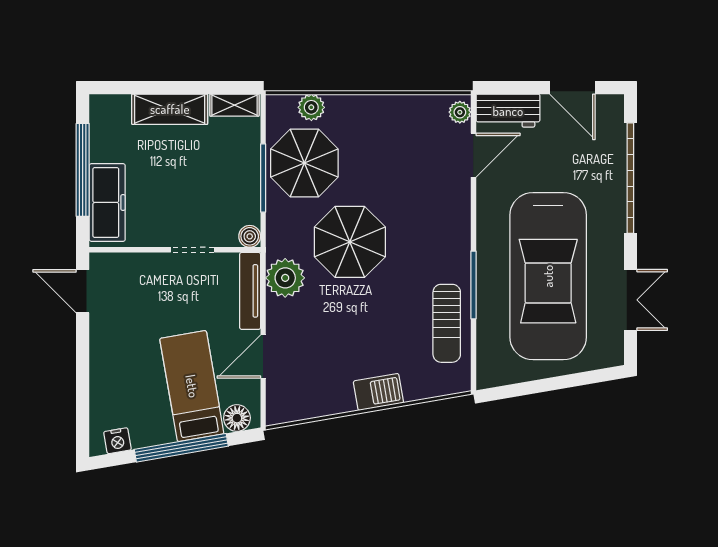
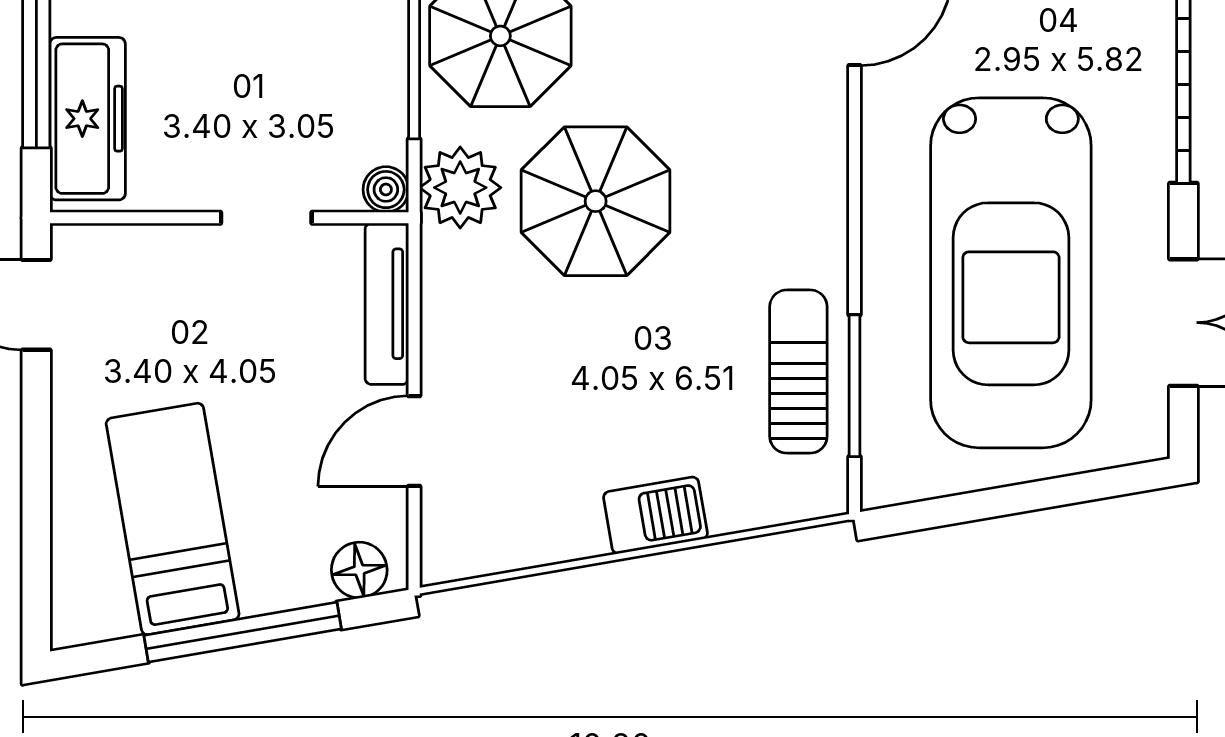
plant: (285, 278) -> (460, 188), moved
window: (473, 285) -> (854, 386), moved
sun lounger: (447, 323) -> (798, 372), turned 180
bed: (192, 386) -> (173, 519), moved
nightstand: (117, 441) -> (109, 618), removed

